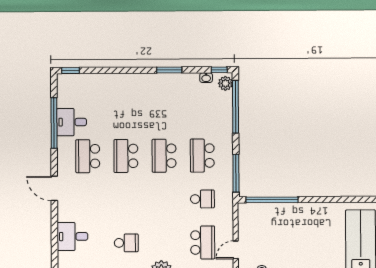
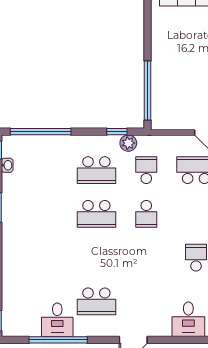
plant: (225, 83) -> (128, 143), moved
school desk: (126, 156) -> (146, 214), moved, width x0.54
window: (236, 173) -> (117, 132), width x0.46

